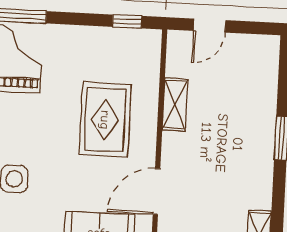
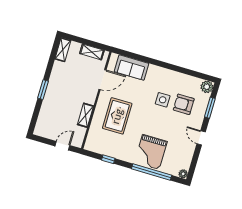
window: (127, 21) -> (108, 159), moved

